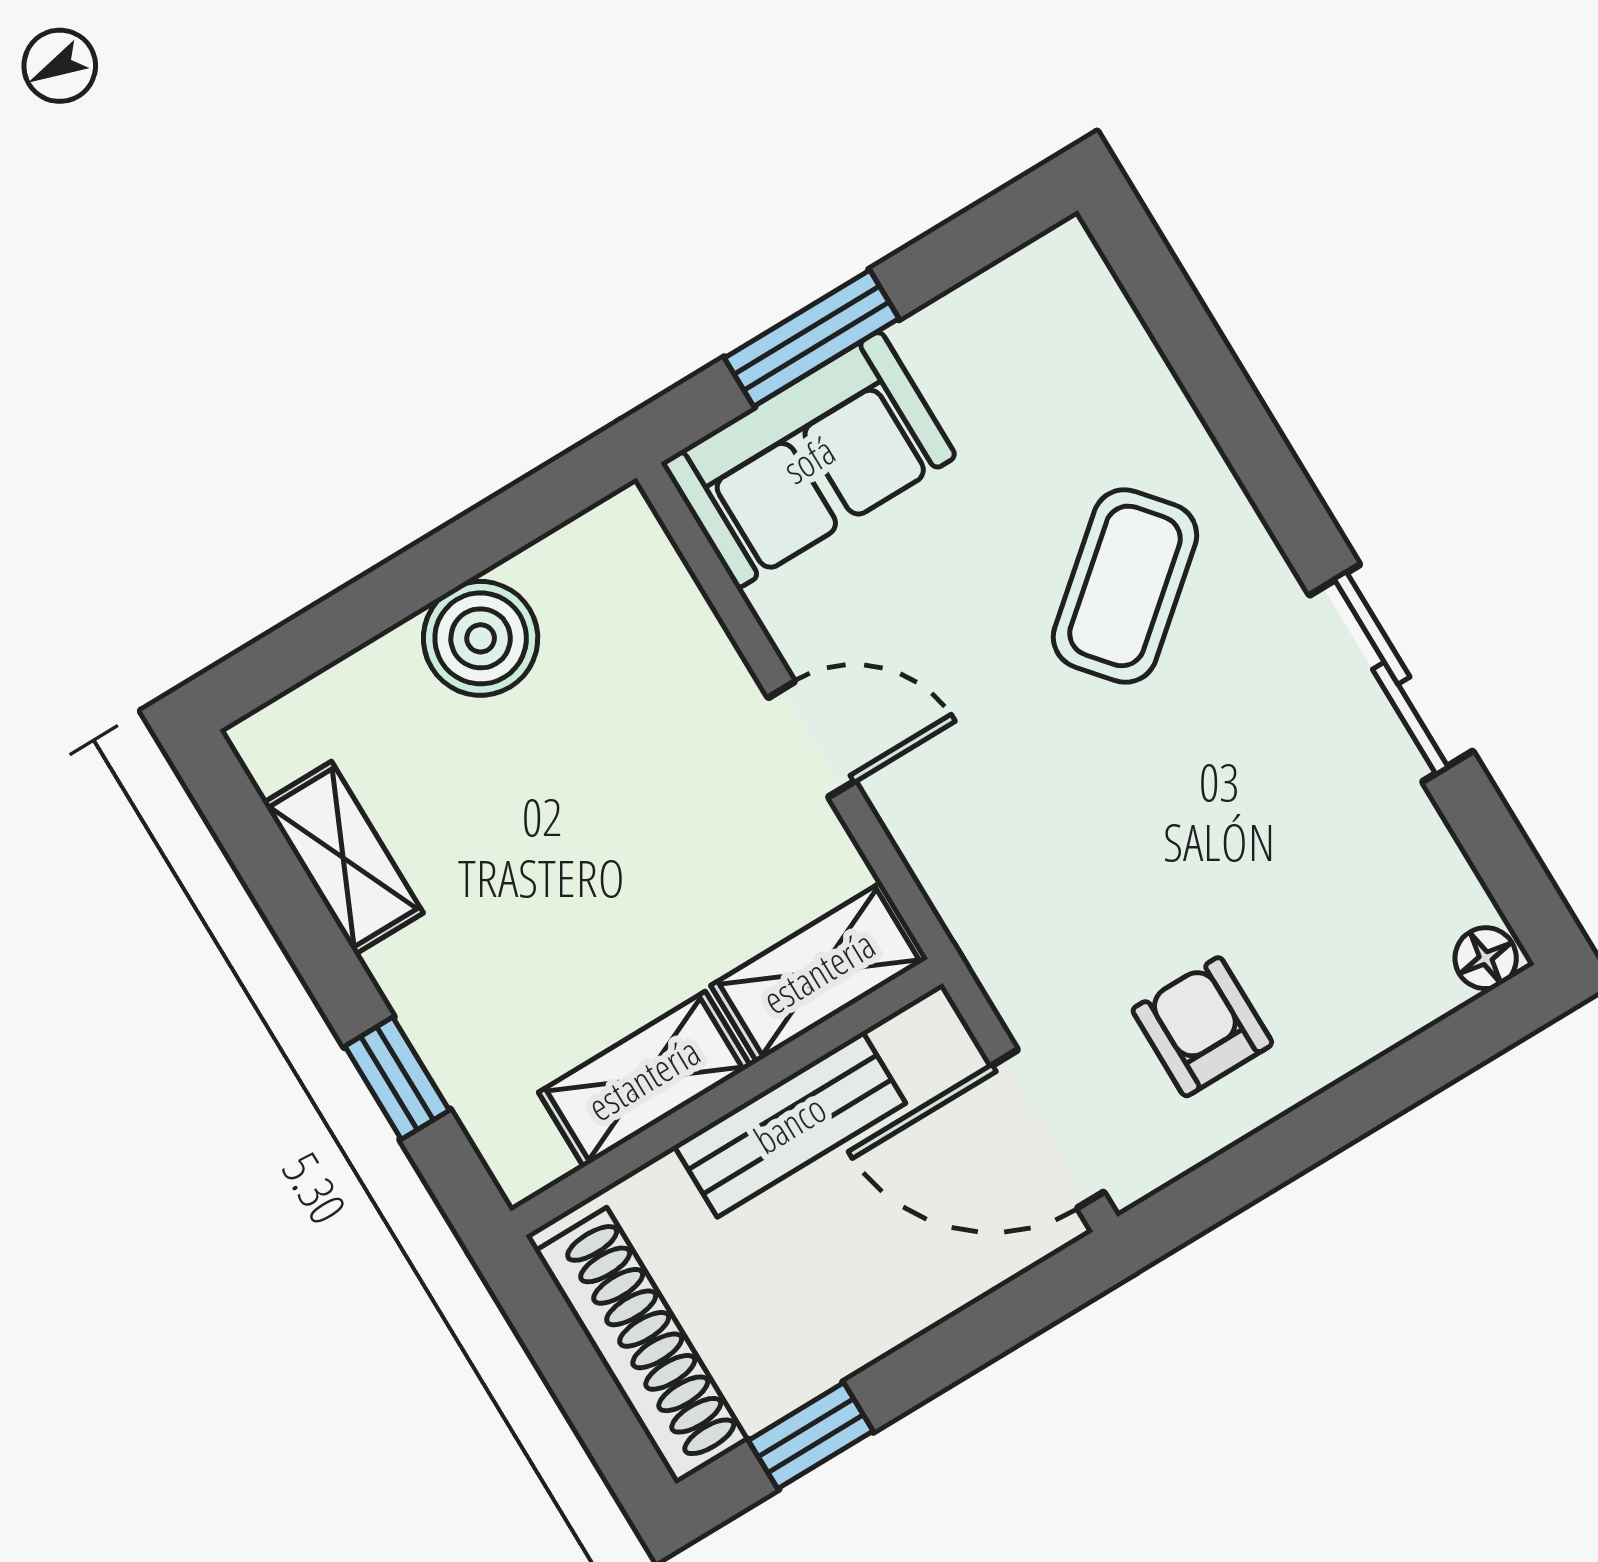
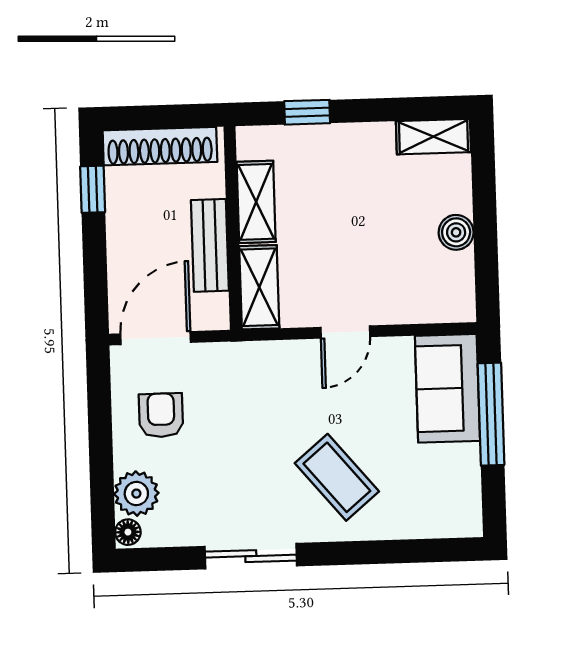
window: (812, 338) -> (491, 414), width x1.44
boiler: (481, 638) -> (456, 232), width x0.73, depth x0.73
shelving: (343, 858) -> (433, 137), moved
plant: (1395, 986) -> (136, 494), added
armchair: (1202, 1027) -> (161, 415), turned -90

